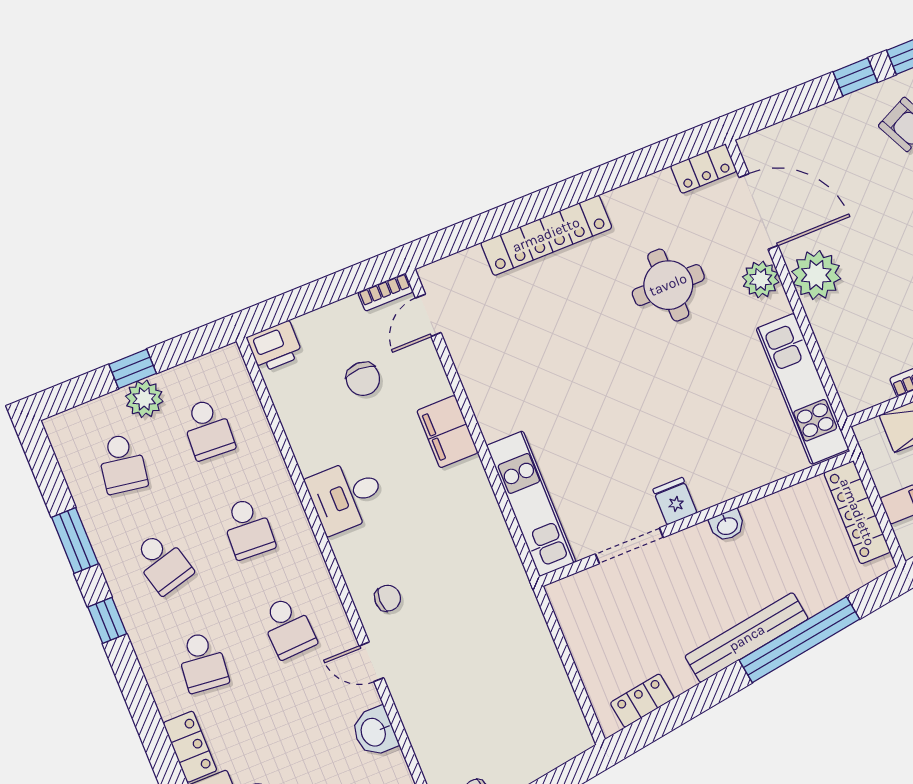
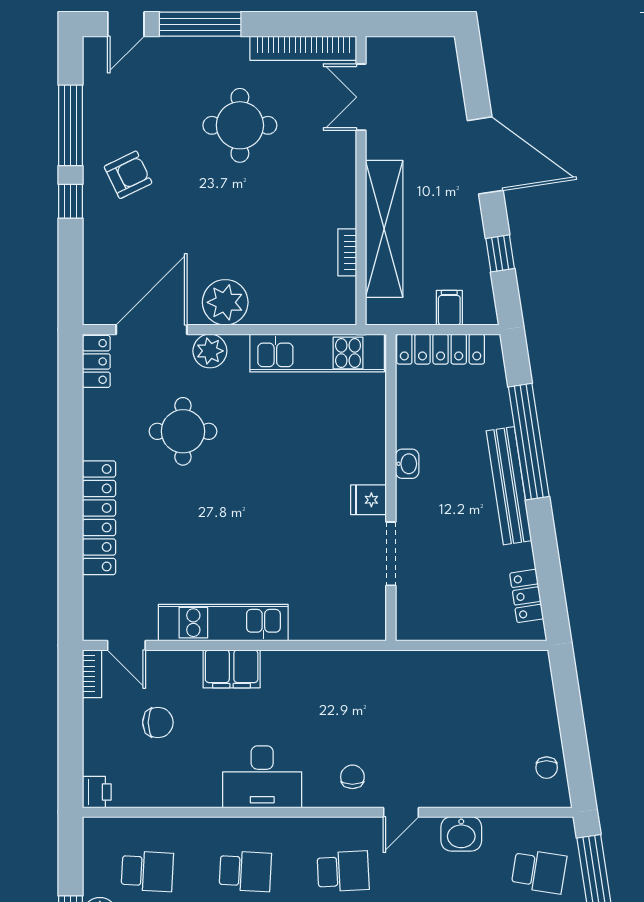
printer: (275, 347) -> (97, 792), width x0.73, depth x0.81
desk: (346, 496) -> (262, 777), width x1.37
kitchen unit: (531, 504) -> (223, 623), moved

